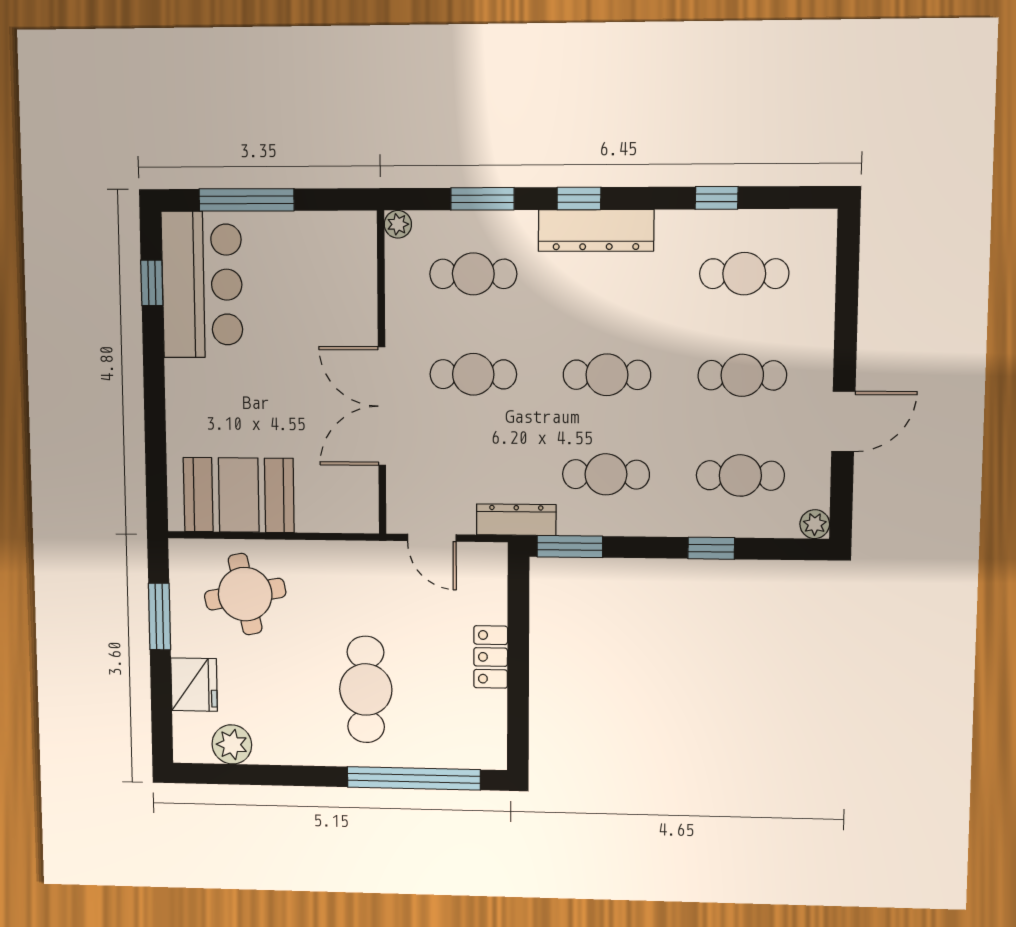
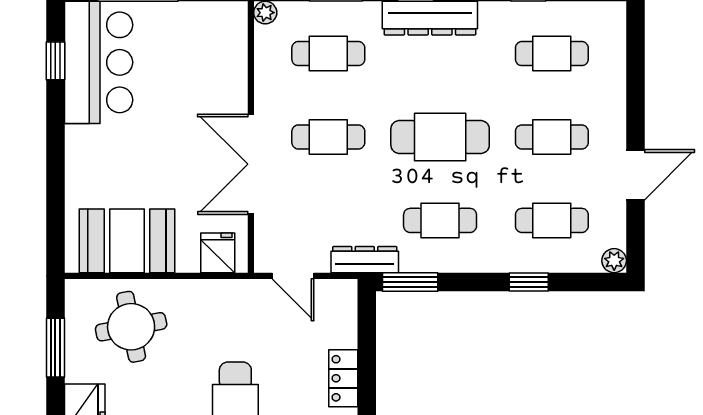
cafe table: (607, 375) -> (440, 137), width x1.37, depth x1.35
fridge: (344, 510) -> (218, 253), added

